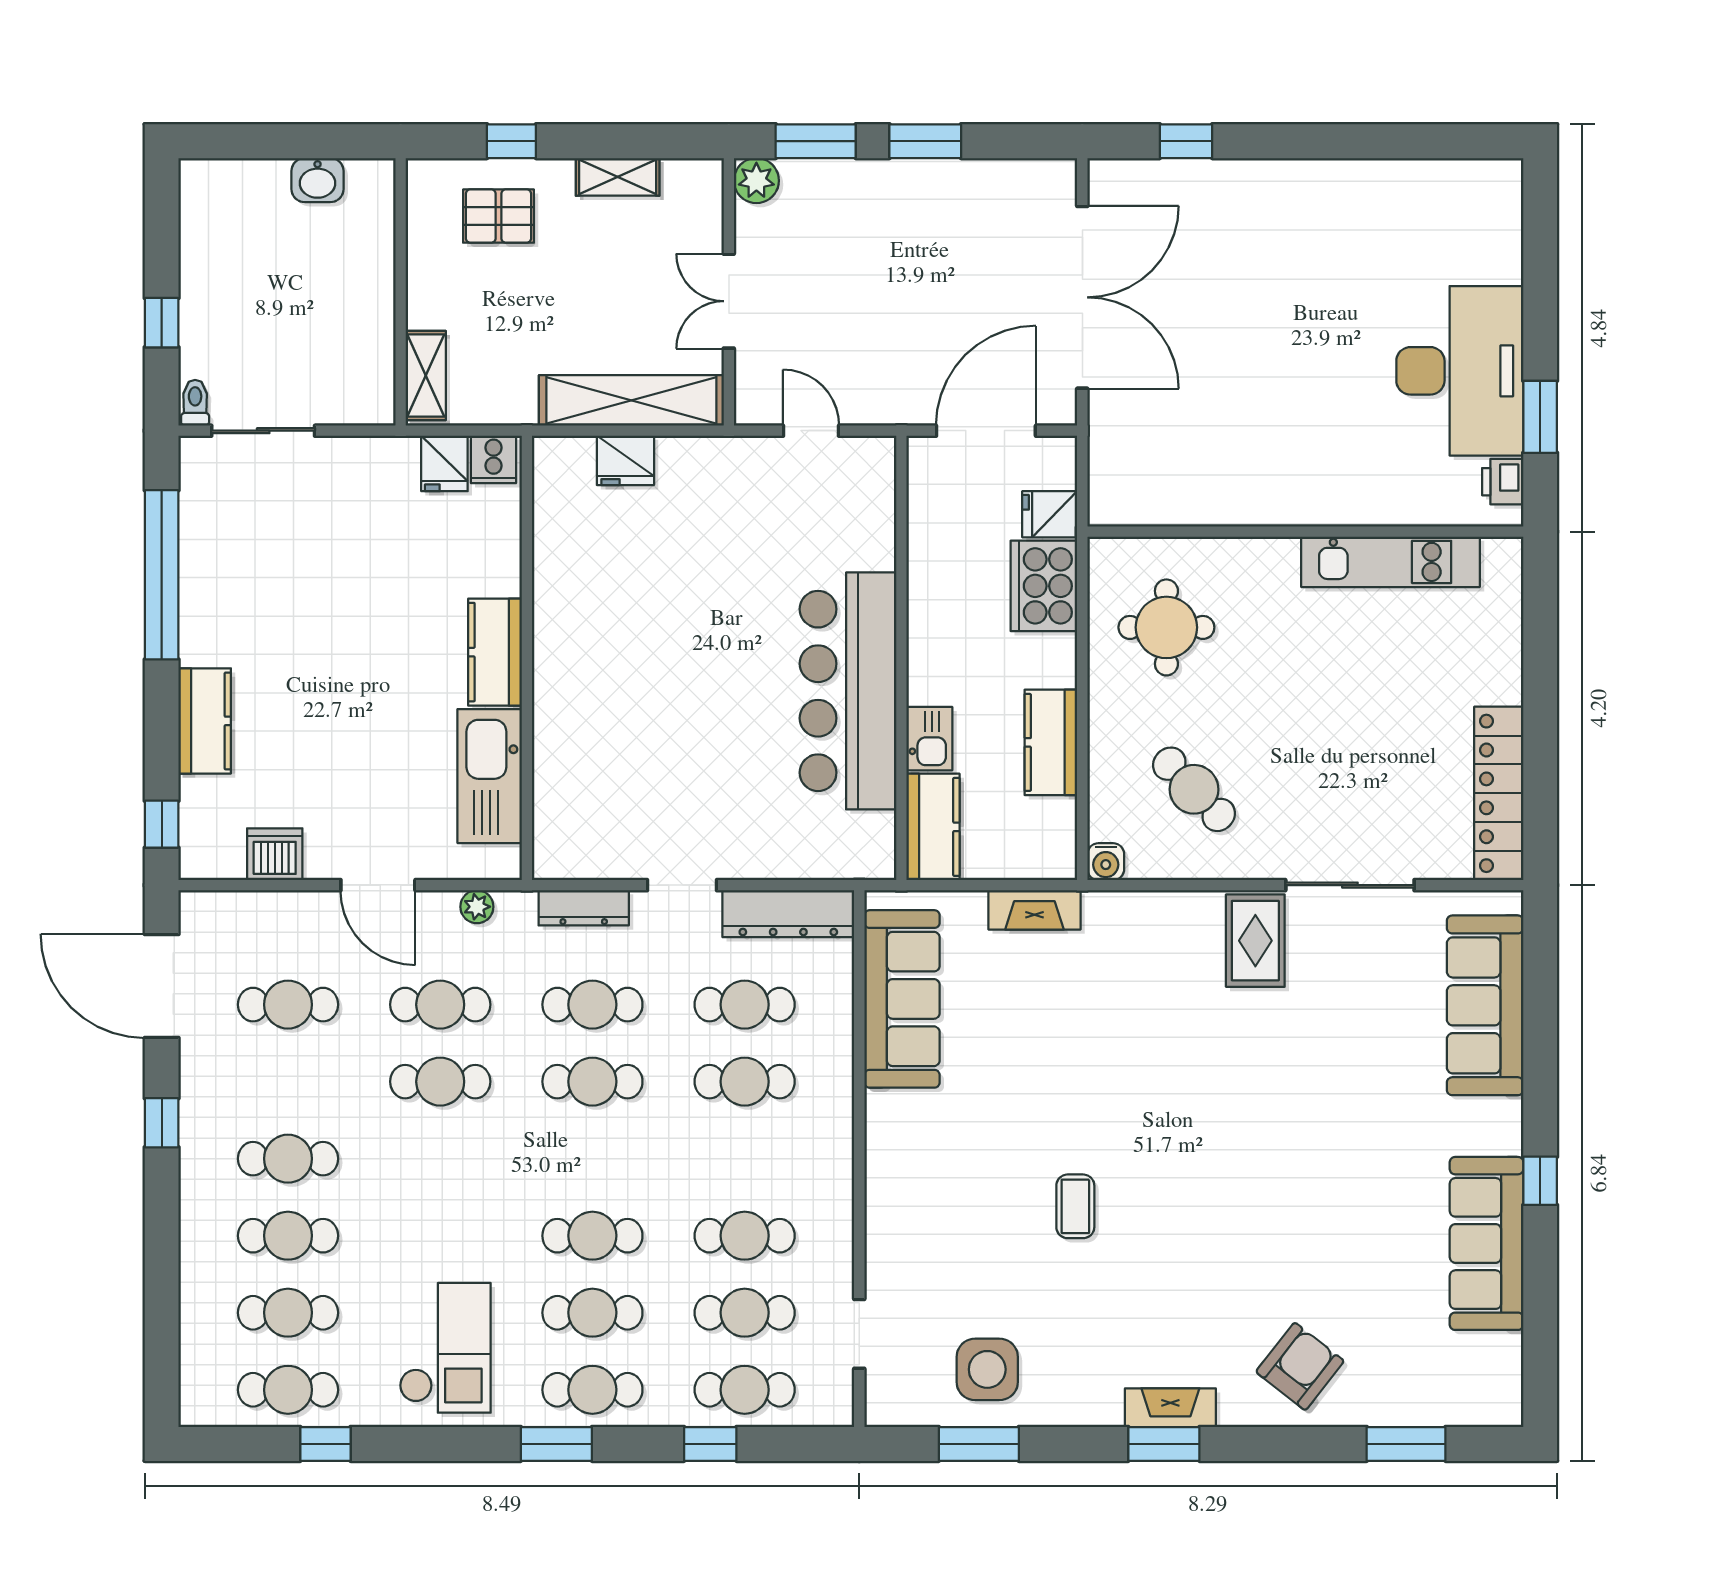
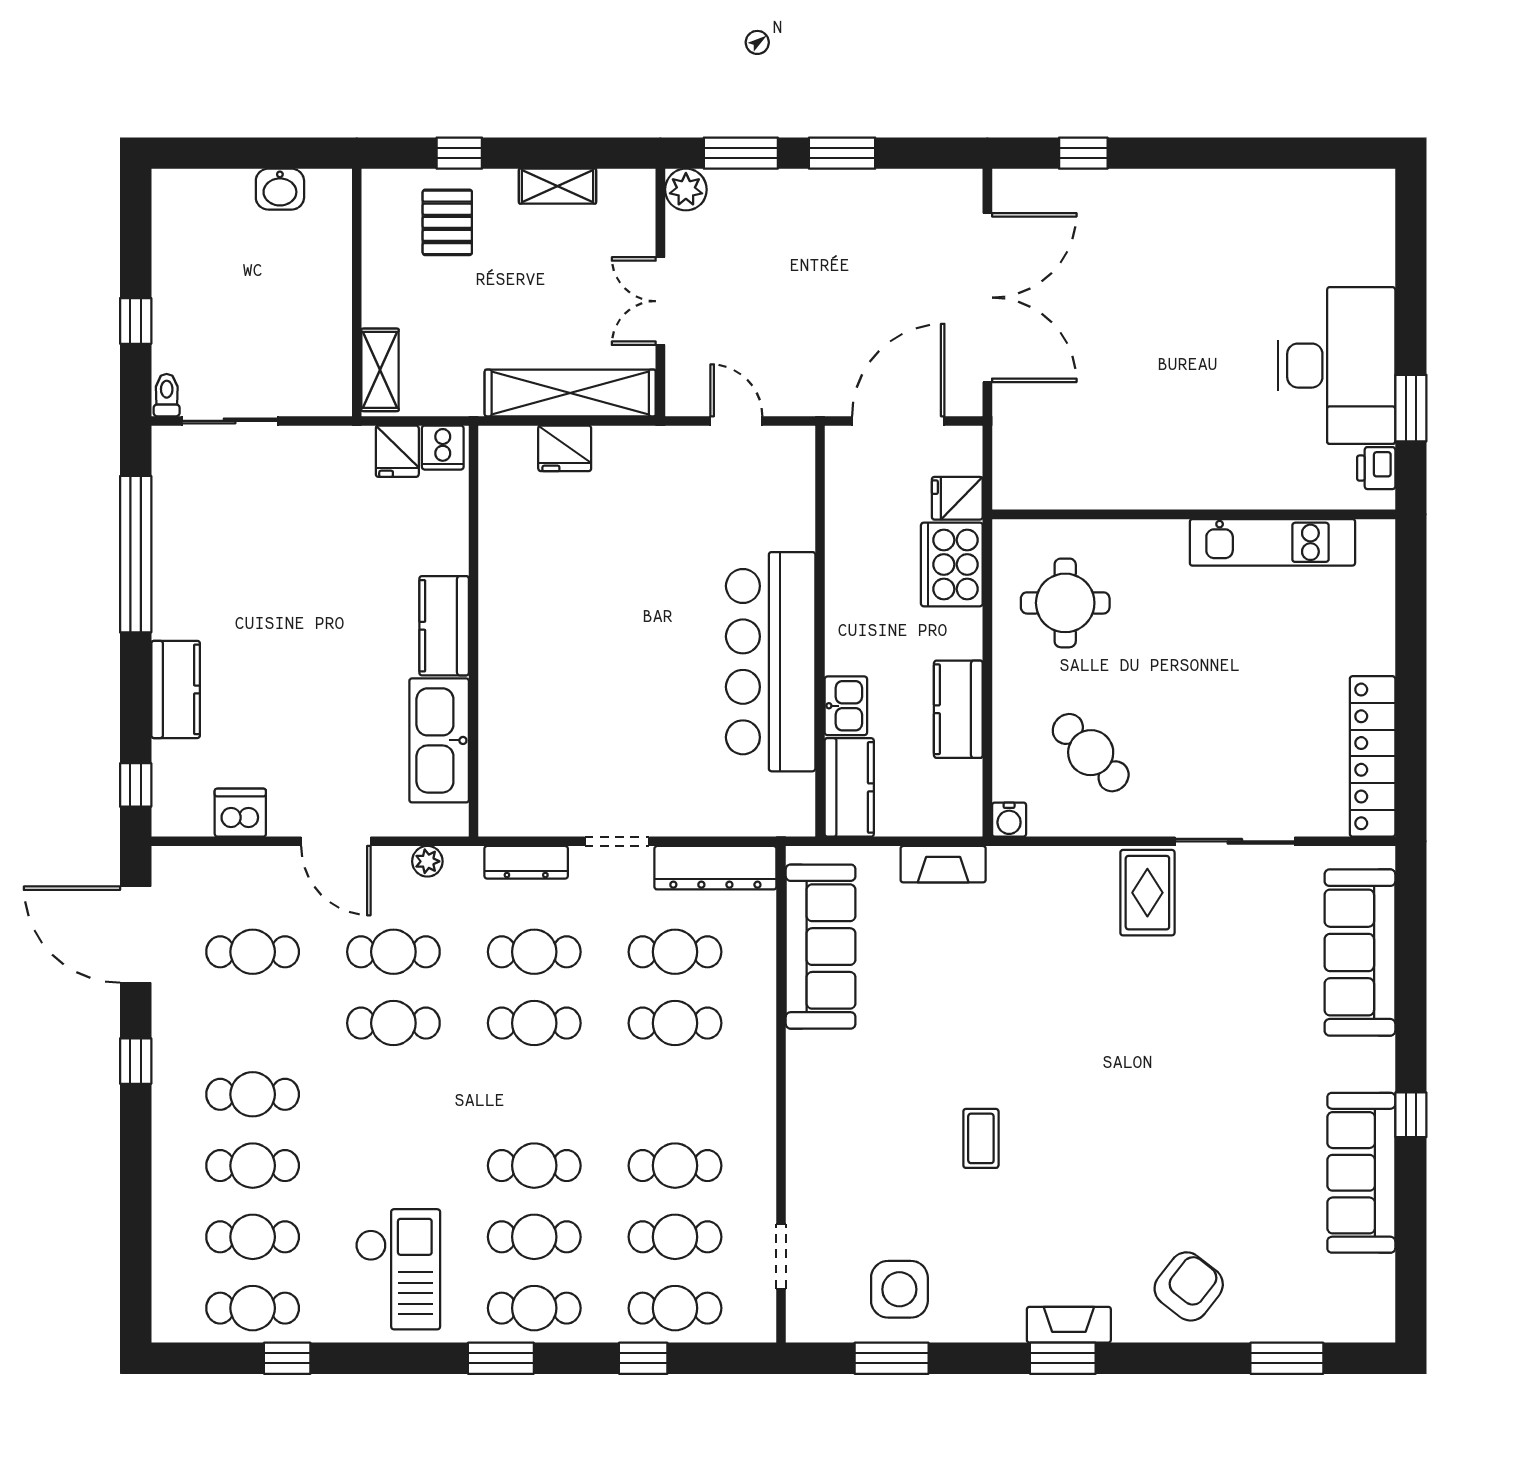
pallet: (498, 216) -> (447, 222), turned 90

